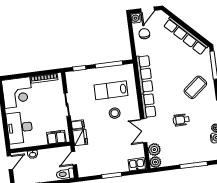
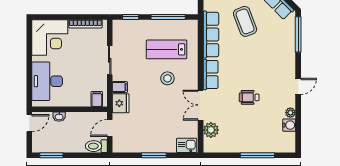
coffee table: (195, 87) -> (245, 21), moved, turned -72
filing cabinet: (56, 137) -> (97, 99), width x0.50
plant: (155, 162) -> (210, 146), removed

